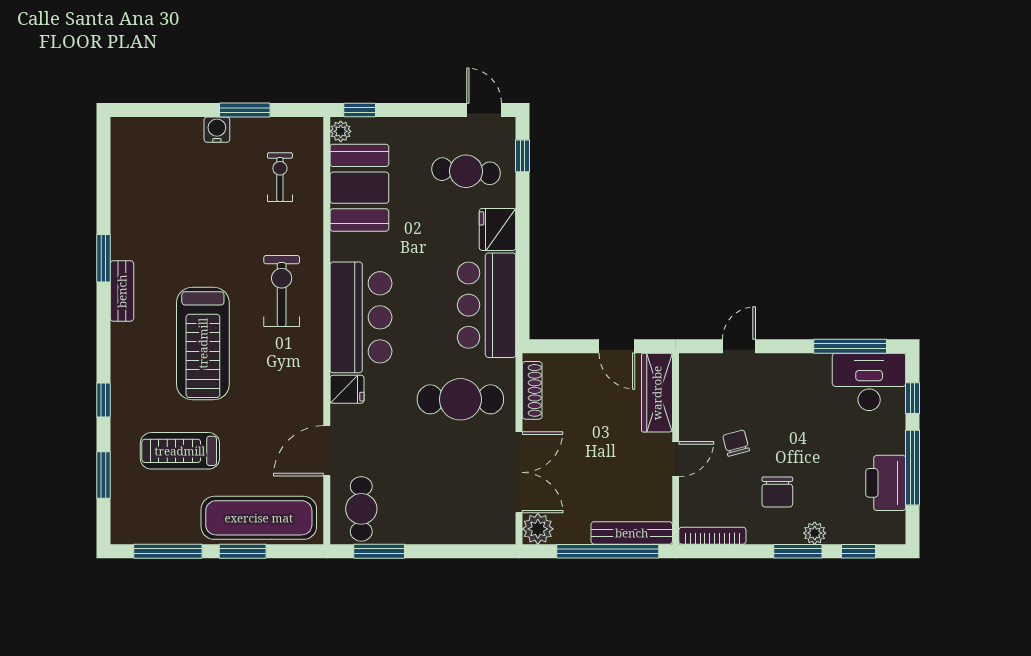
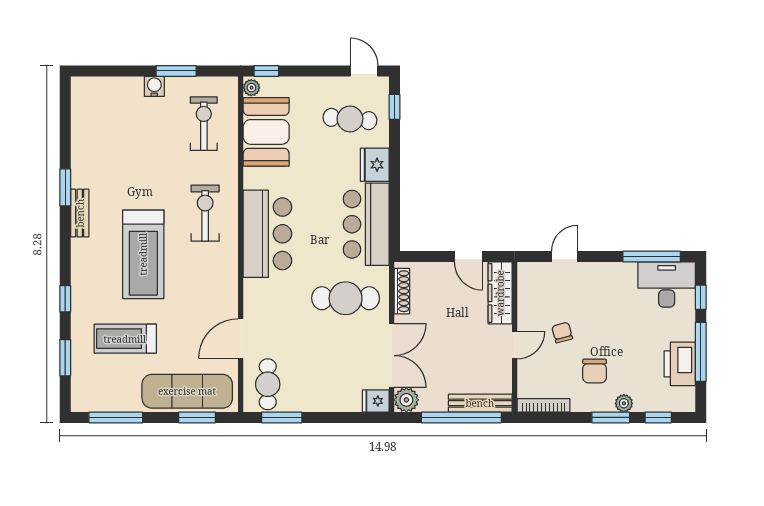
exercise bike: (280, 177) -> (204, 124), width x1.38, depth x1.39
fridge: (347, 389) -> (376, 401), moved, turned 180
window: (243, 551) -> (197, 417), moved

